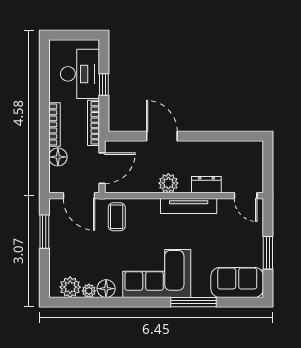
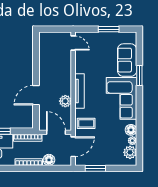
plant: (168, 183) -> (65, 101), moved
dresser: (206, 185) -> (66, 67), removed
door: (246, 196) -> (73, 43), hinge flipped
tv unit: (189, 206) -> (79, 91), moved
sofa: (237, 282) -> (127, 60), moved
window: (194, 302) -> (139, 75), width x0.69

